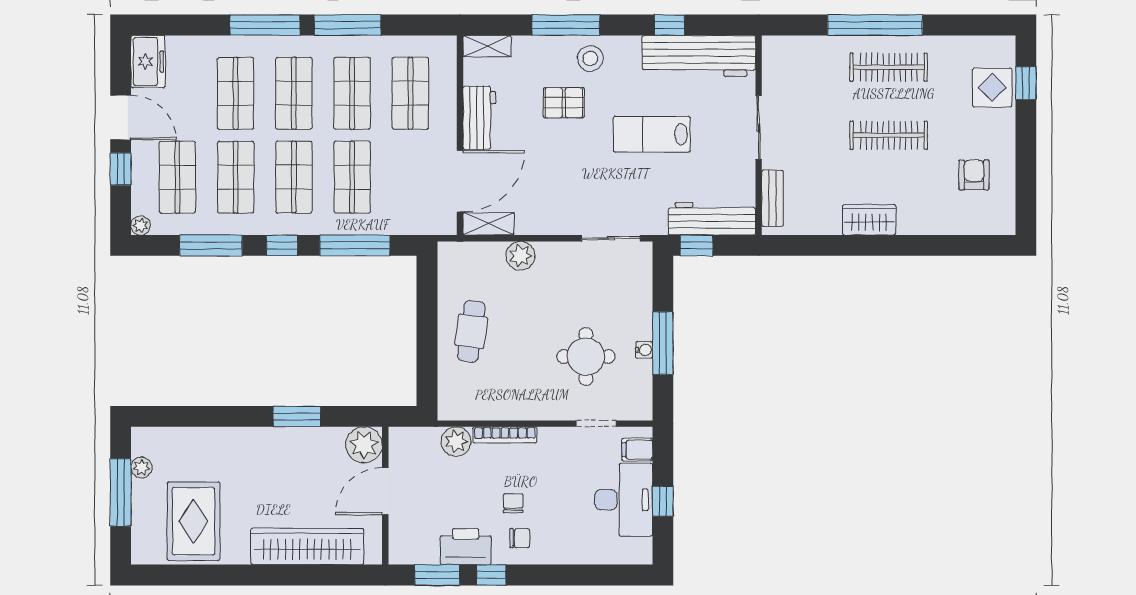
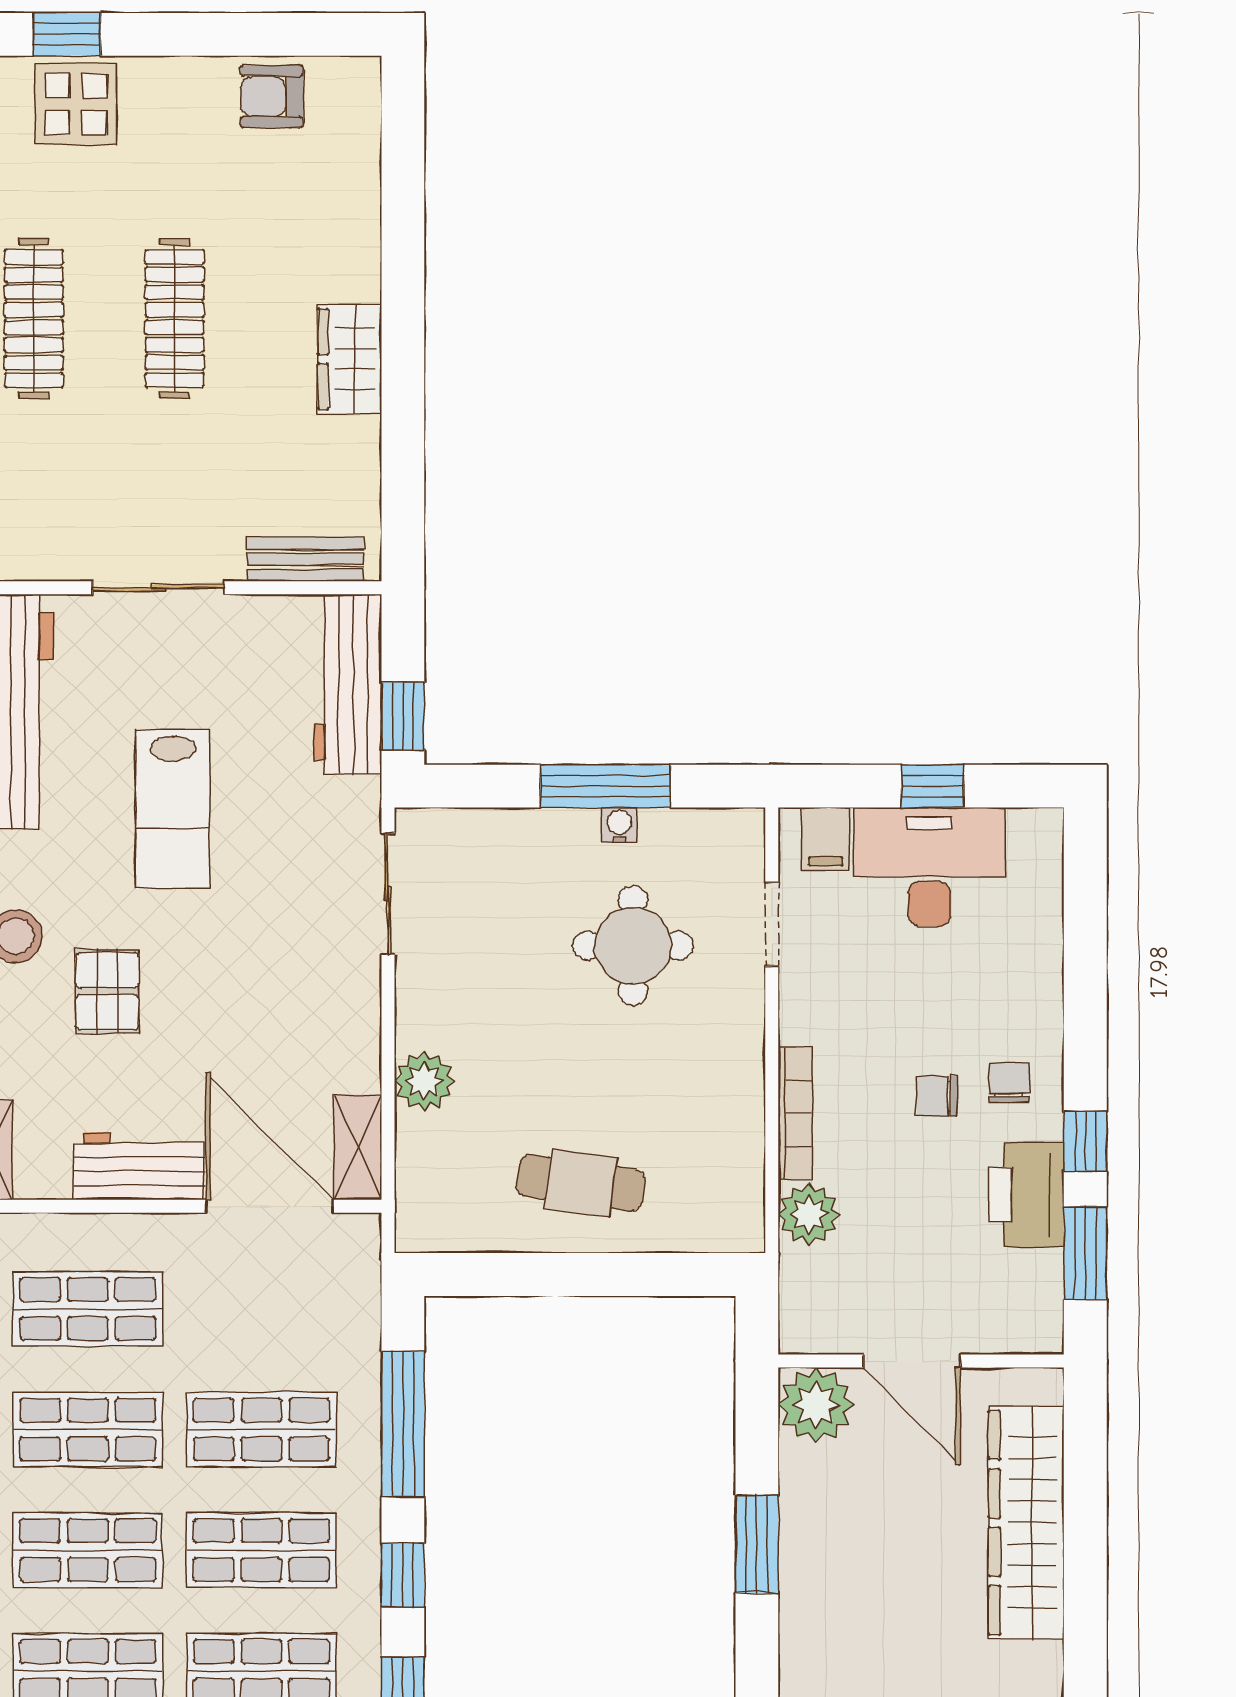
armchair: (974, 175) -> (272, 96), moved

